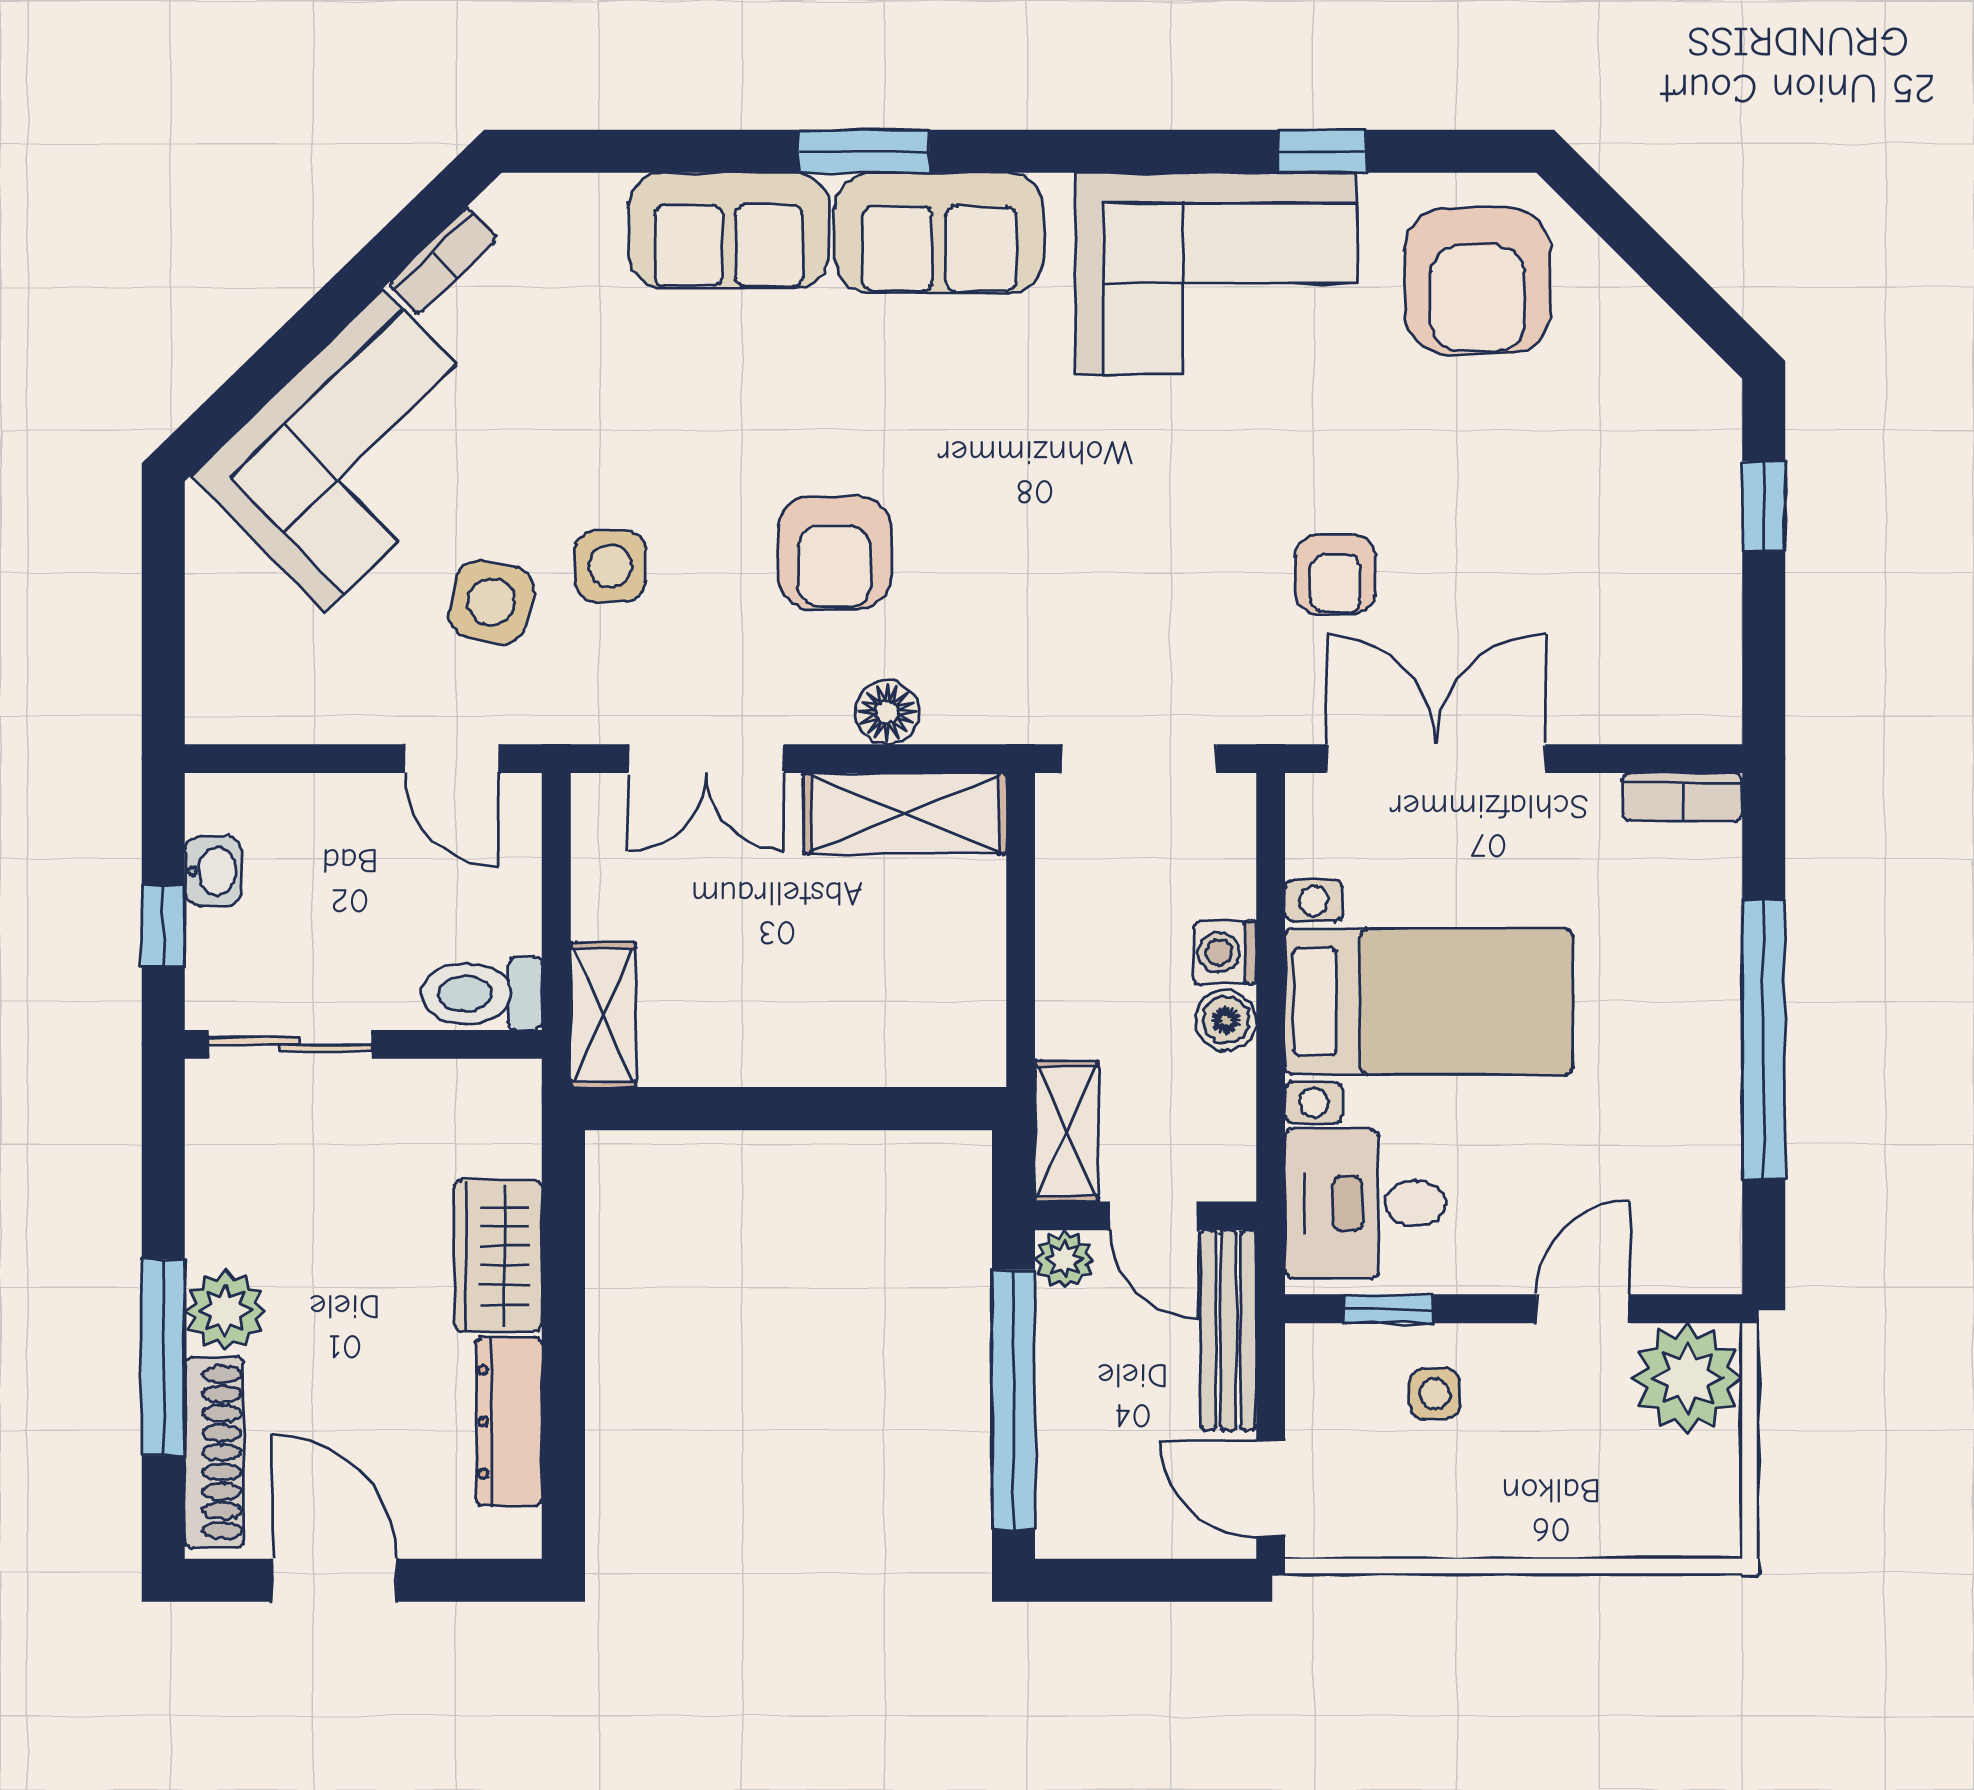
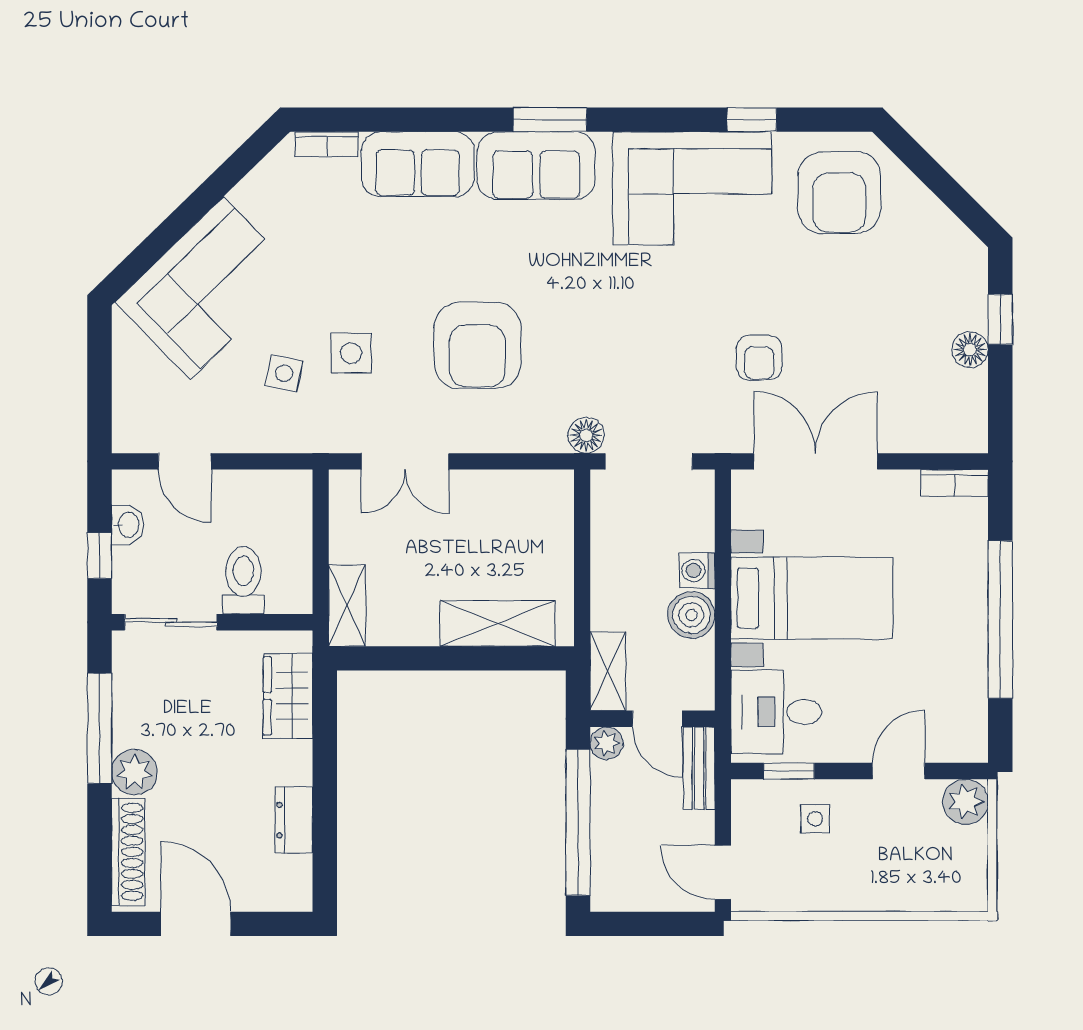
window: (864, 151) -> (550, 120), moved
bookcase: (443, 261) -> (327, 144), moved, turned 44
armchair: (835, 553) -> (477, 345), width x1.36, depth x1.36
floor lamp: (1710, 560) -> (970, 350), added
side table: (491, 602) -> (284, 373), width x0.73, depth x0.73
floor lamp: (887, 712) -> (586, 435), moved
door: (452, 759) -> (185, 461), moved
shelving: (905, 813) -> (497, 624), moved
toilet: (482, 993) -> (243, 580), moved, turned 90
boiler: (1226, 1020) -> (691, 615), width x1.36, depth x1.36
wardrobe: (498, 1256) -> (288, 696), moved
bench: (1228, 1330) -> (699, 768), width x0.73
window: (163, 1357) -> (100, 728), moved
plant: (1687, 1378) -> (966, 802), width x0.73, depth x0.73
dresser: (509, 1422) -> (294, 820), width x0.70

